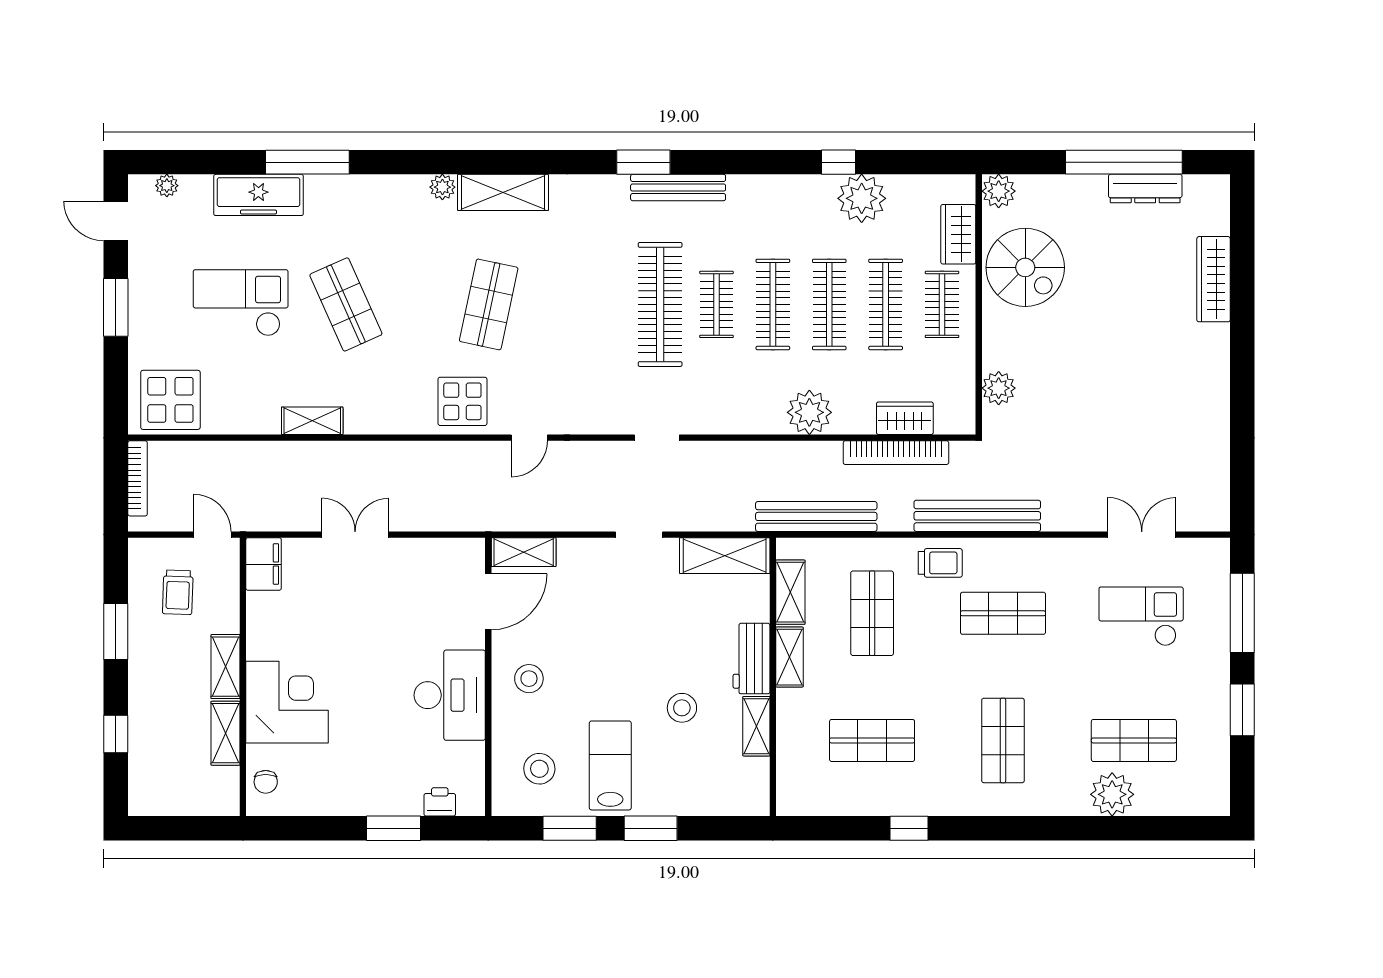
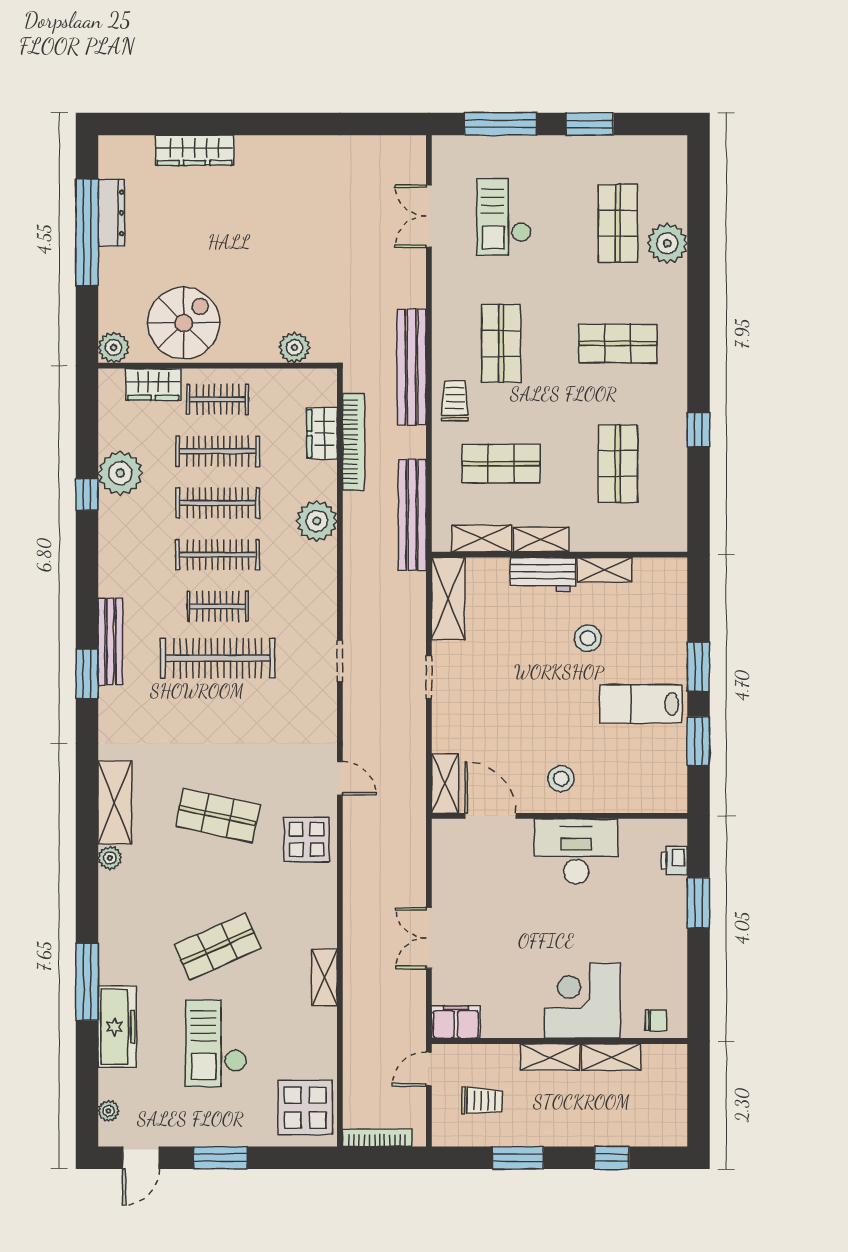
stool: (539, 769) -> (644, 769), removed

